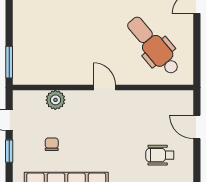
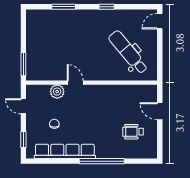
door: (105, 88) -> (75, 83), moved
window: (9, 151) -> (23, 139), moved

